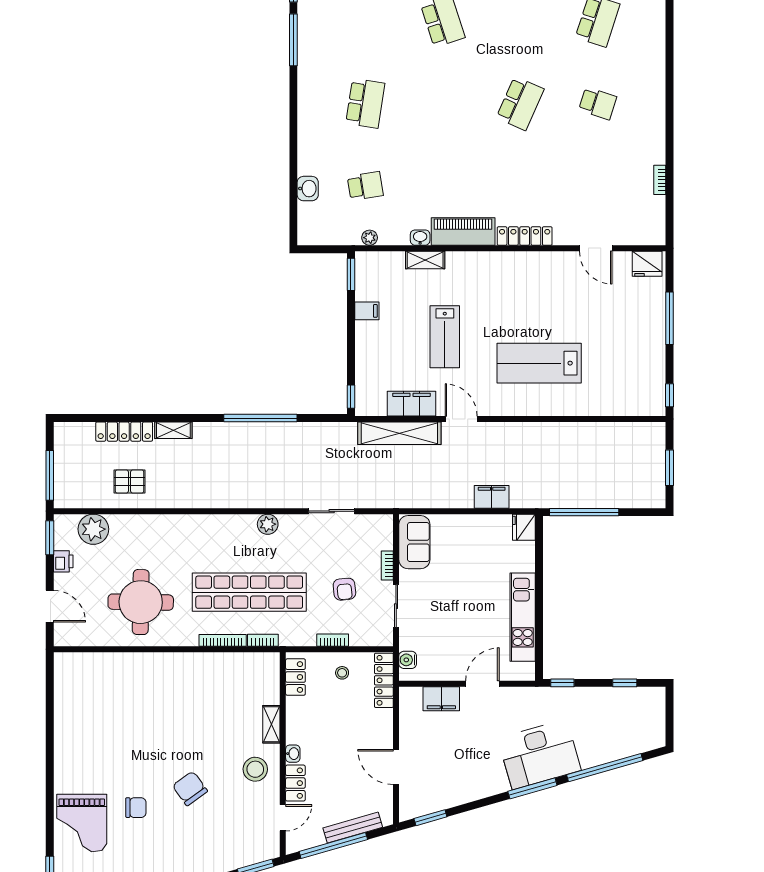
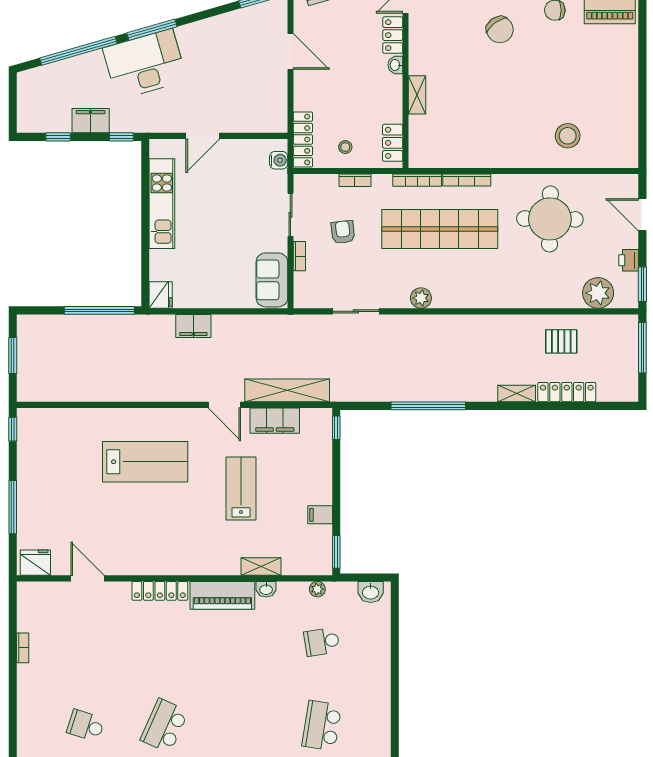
washbasin: (308, 189) -> (371, 592), moved, turned -90
bookcase: (263, 640) -> (417, 180), width x1.56
filing cabinet: (441, 699) -> (91, 121), moved
stool: (255, 769) -> (568, 136), moved

